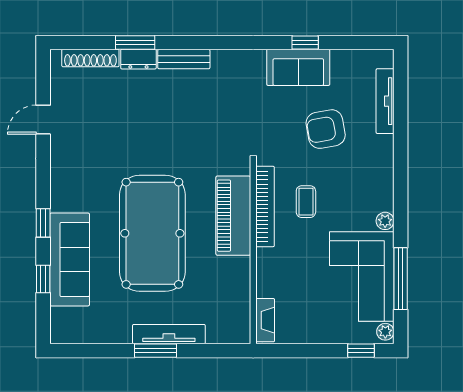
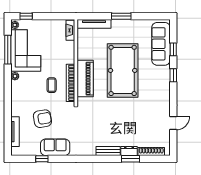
window: (305, 42) -> (42, 159), moved
sofa: (70, 259) -> (161, 44), moved
tv unit: (169, 334) -> (94, 24), moved

